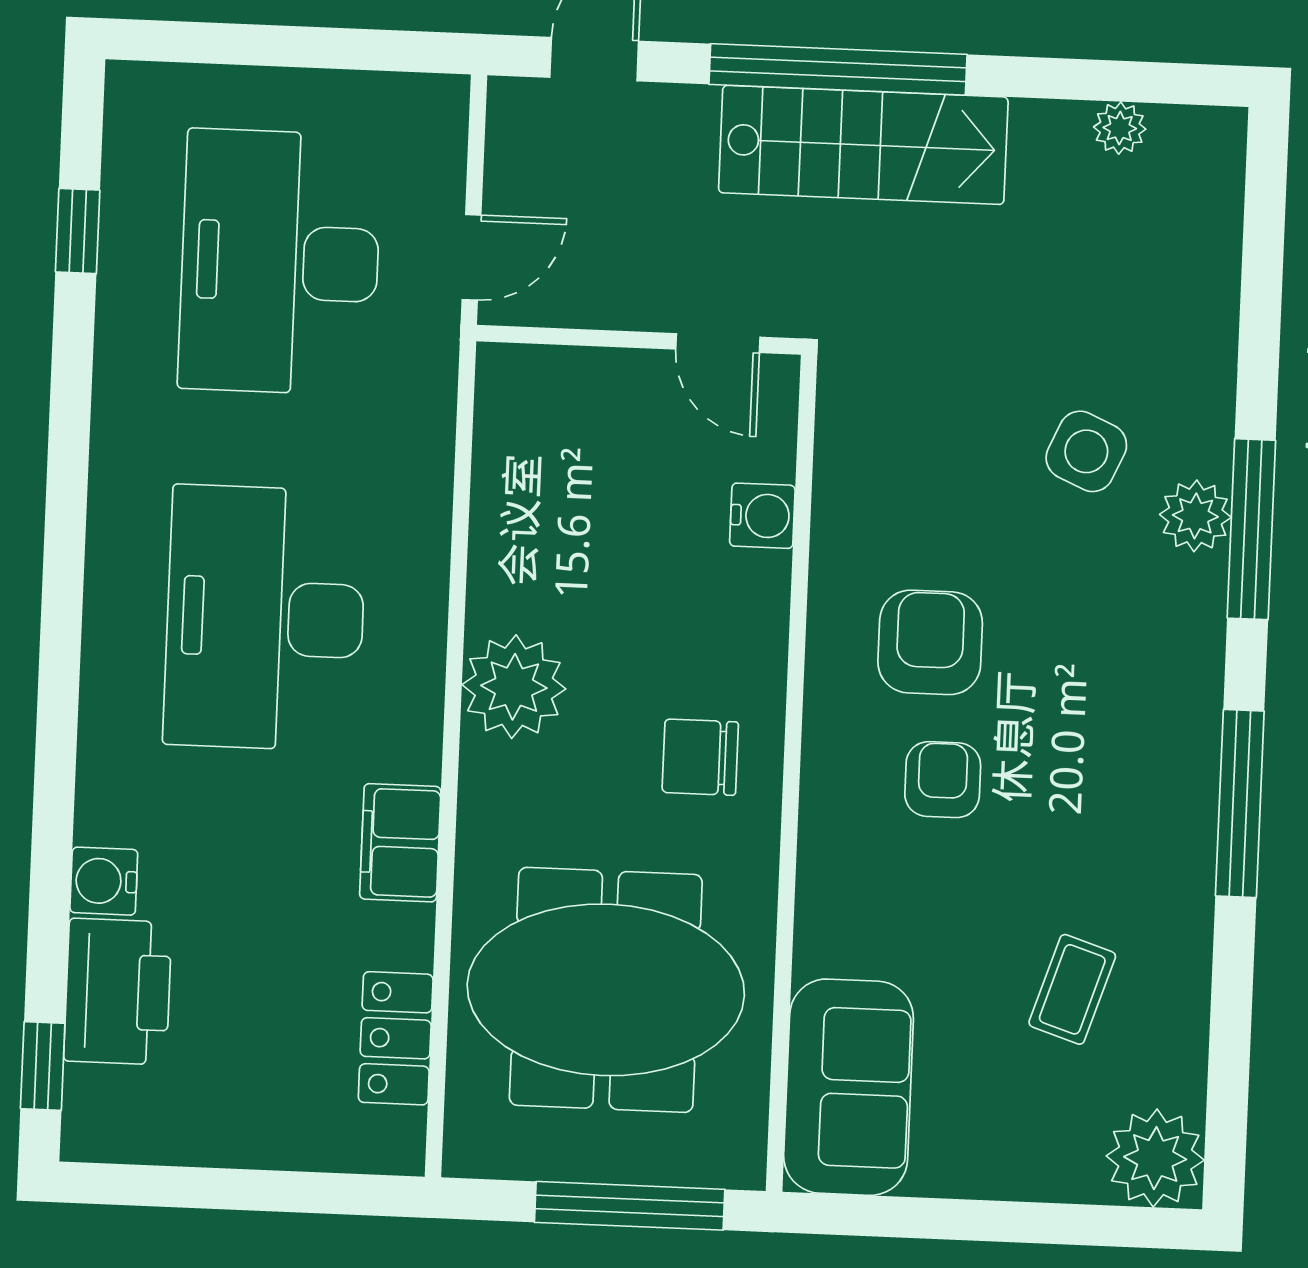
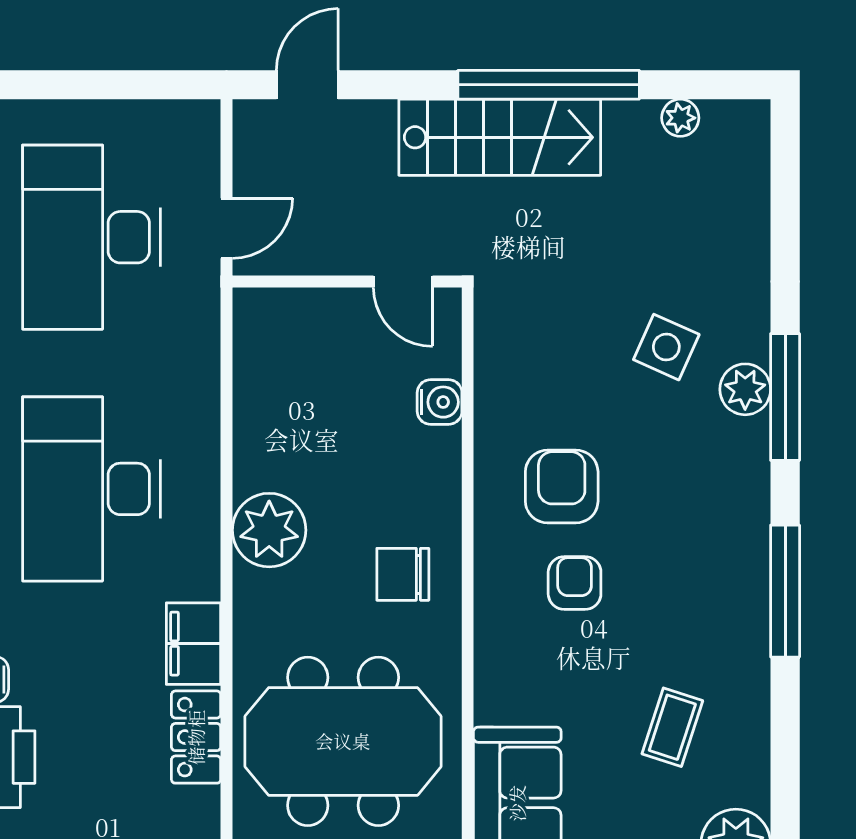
window: (838, 69) -> (549, 85), moved
locker: (396, 1038) -> (196, 737), moved

